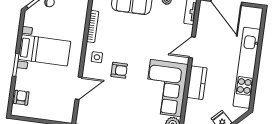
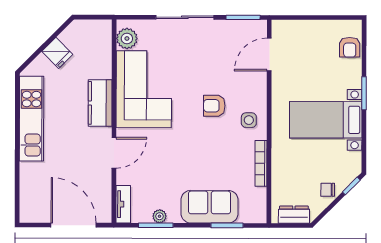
kitchen unit: (247, 68) -> (31, 119), width x0.73
door: (79, 88) -> (269, 55), moved

